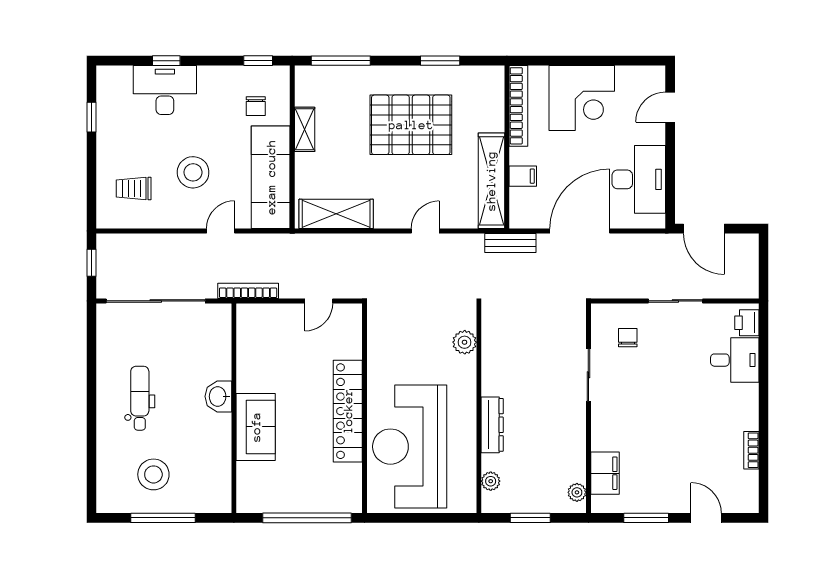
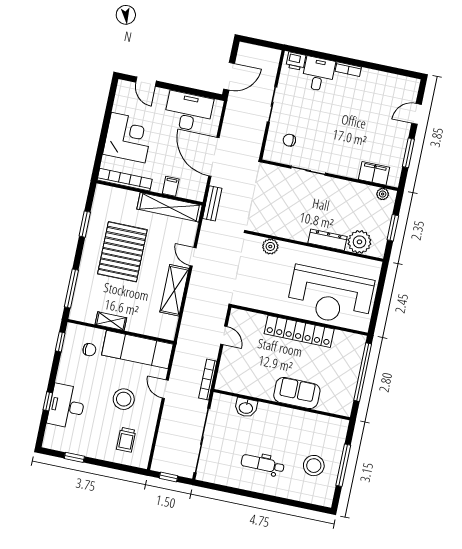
shelving: (336, 214) -> (174, 290), moved
washbasin: (218, 396) -> (246, 408), moved
bookcase: (751, 450) -> (348, 69), moved
plant: (491, 481) -> (359, 242), width x1.88, depth x1.88

